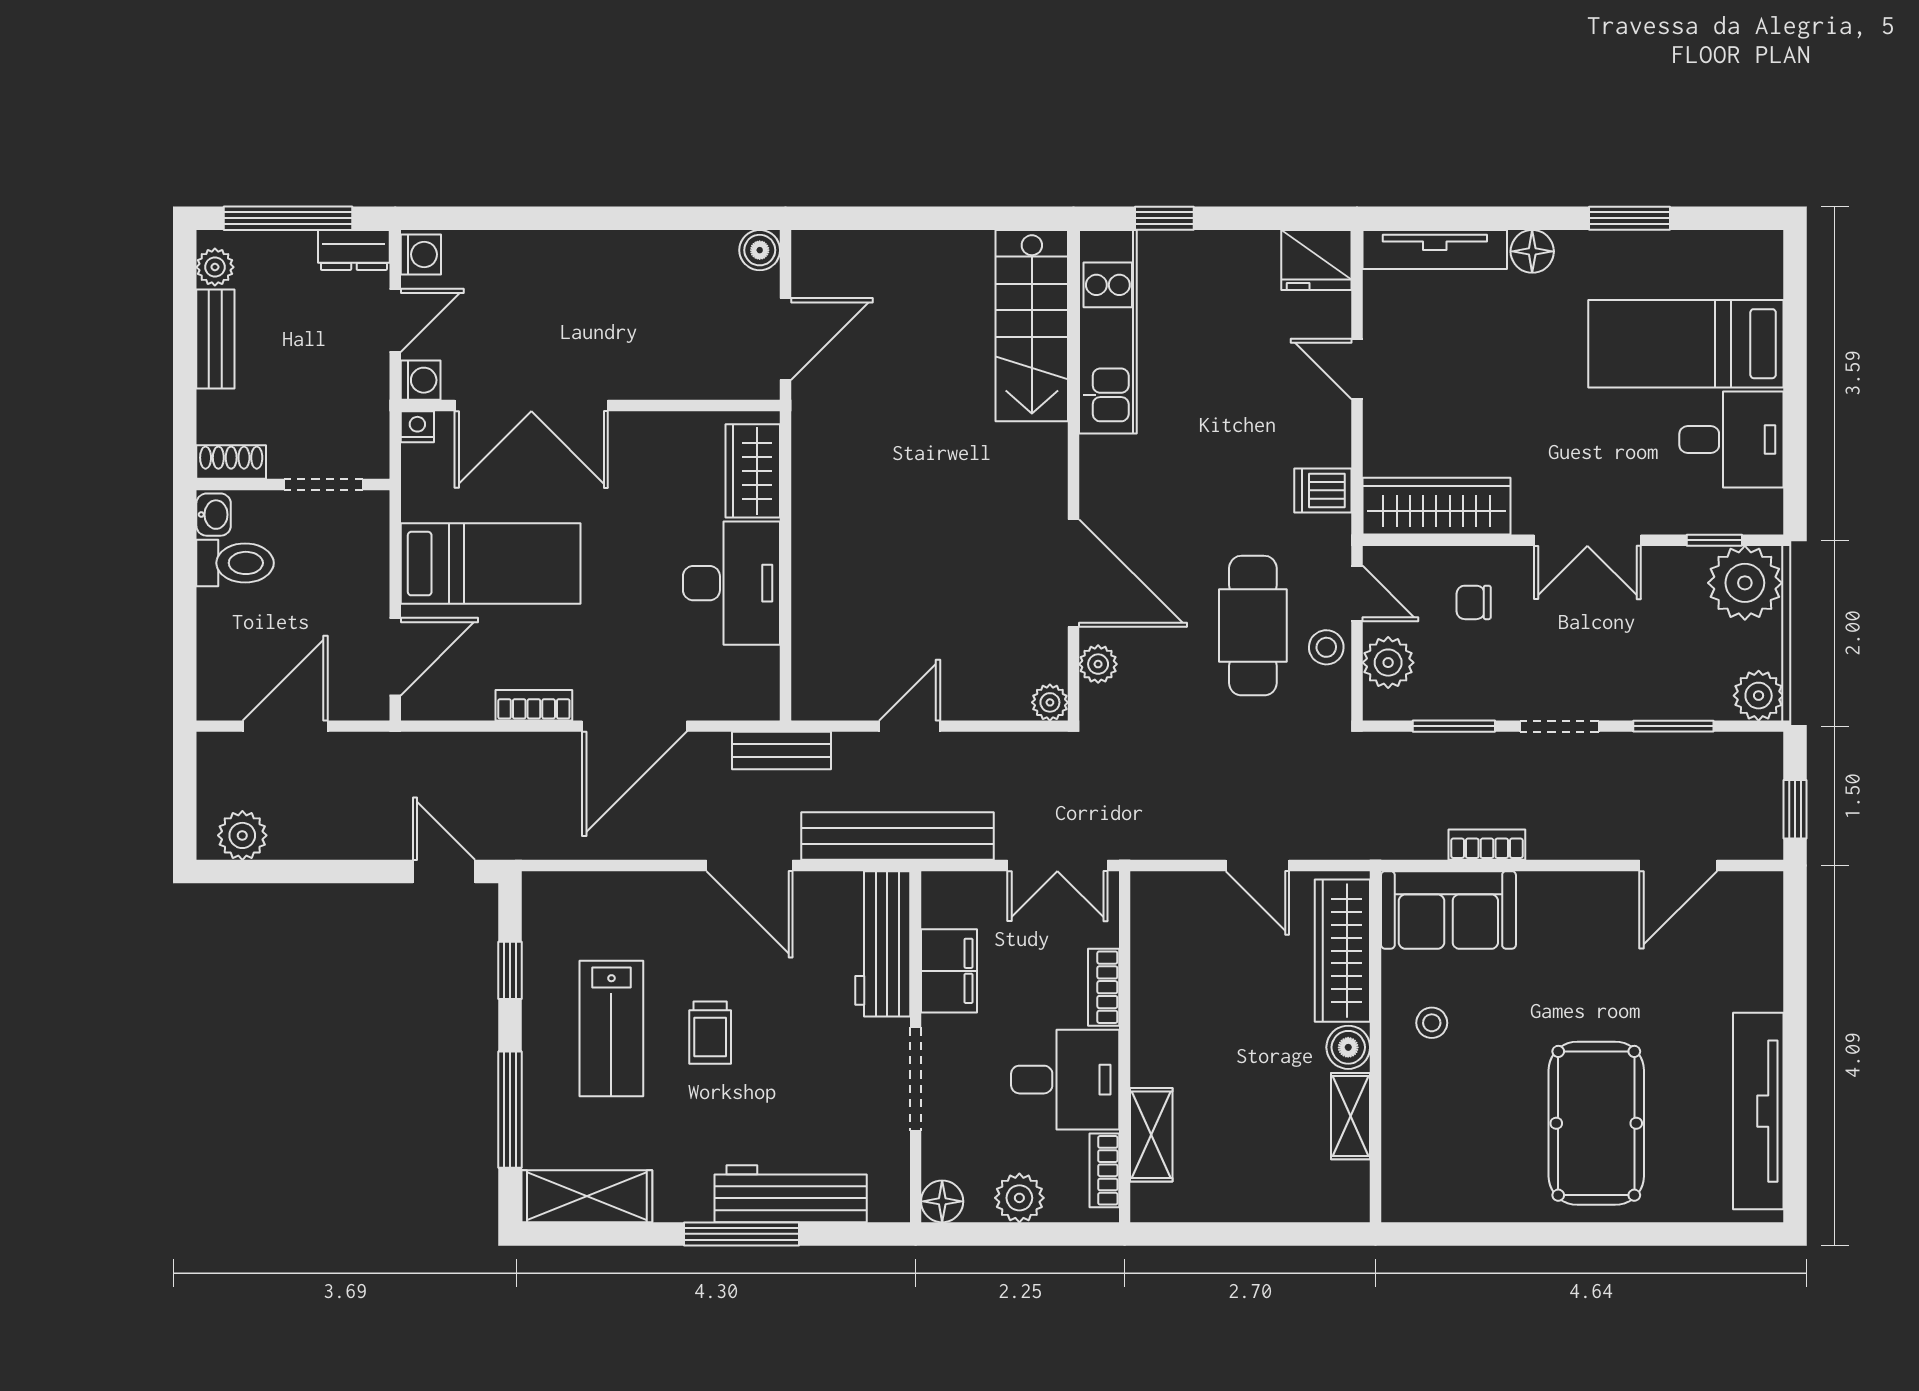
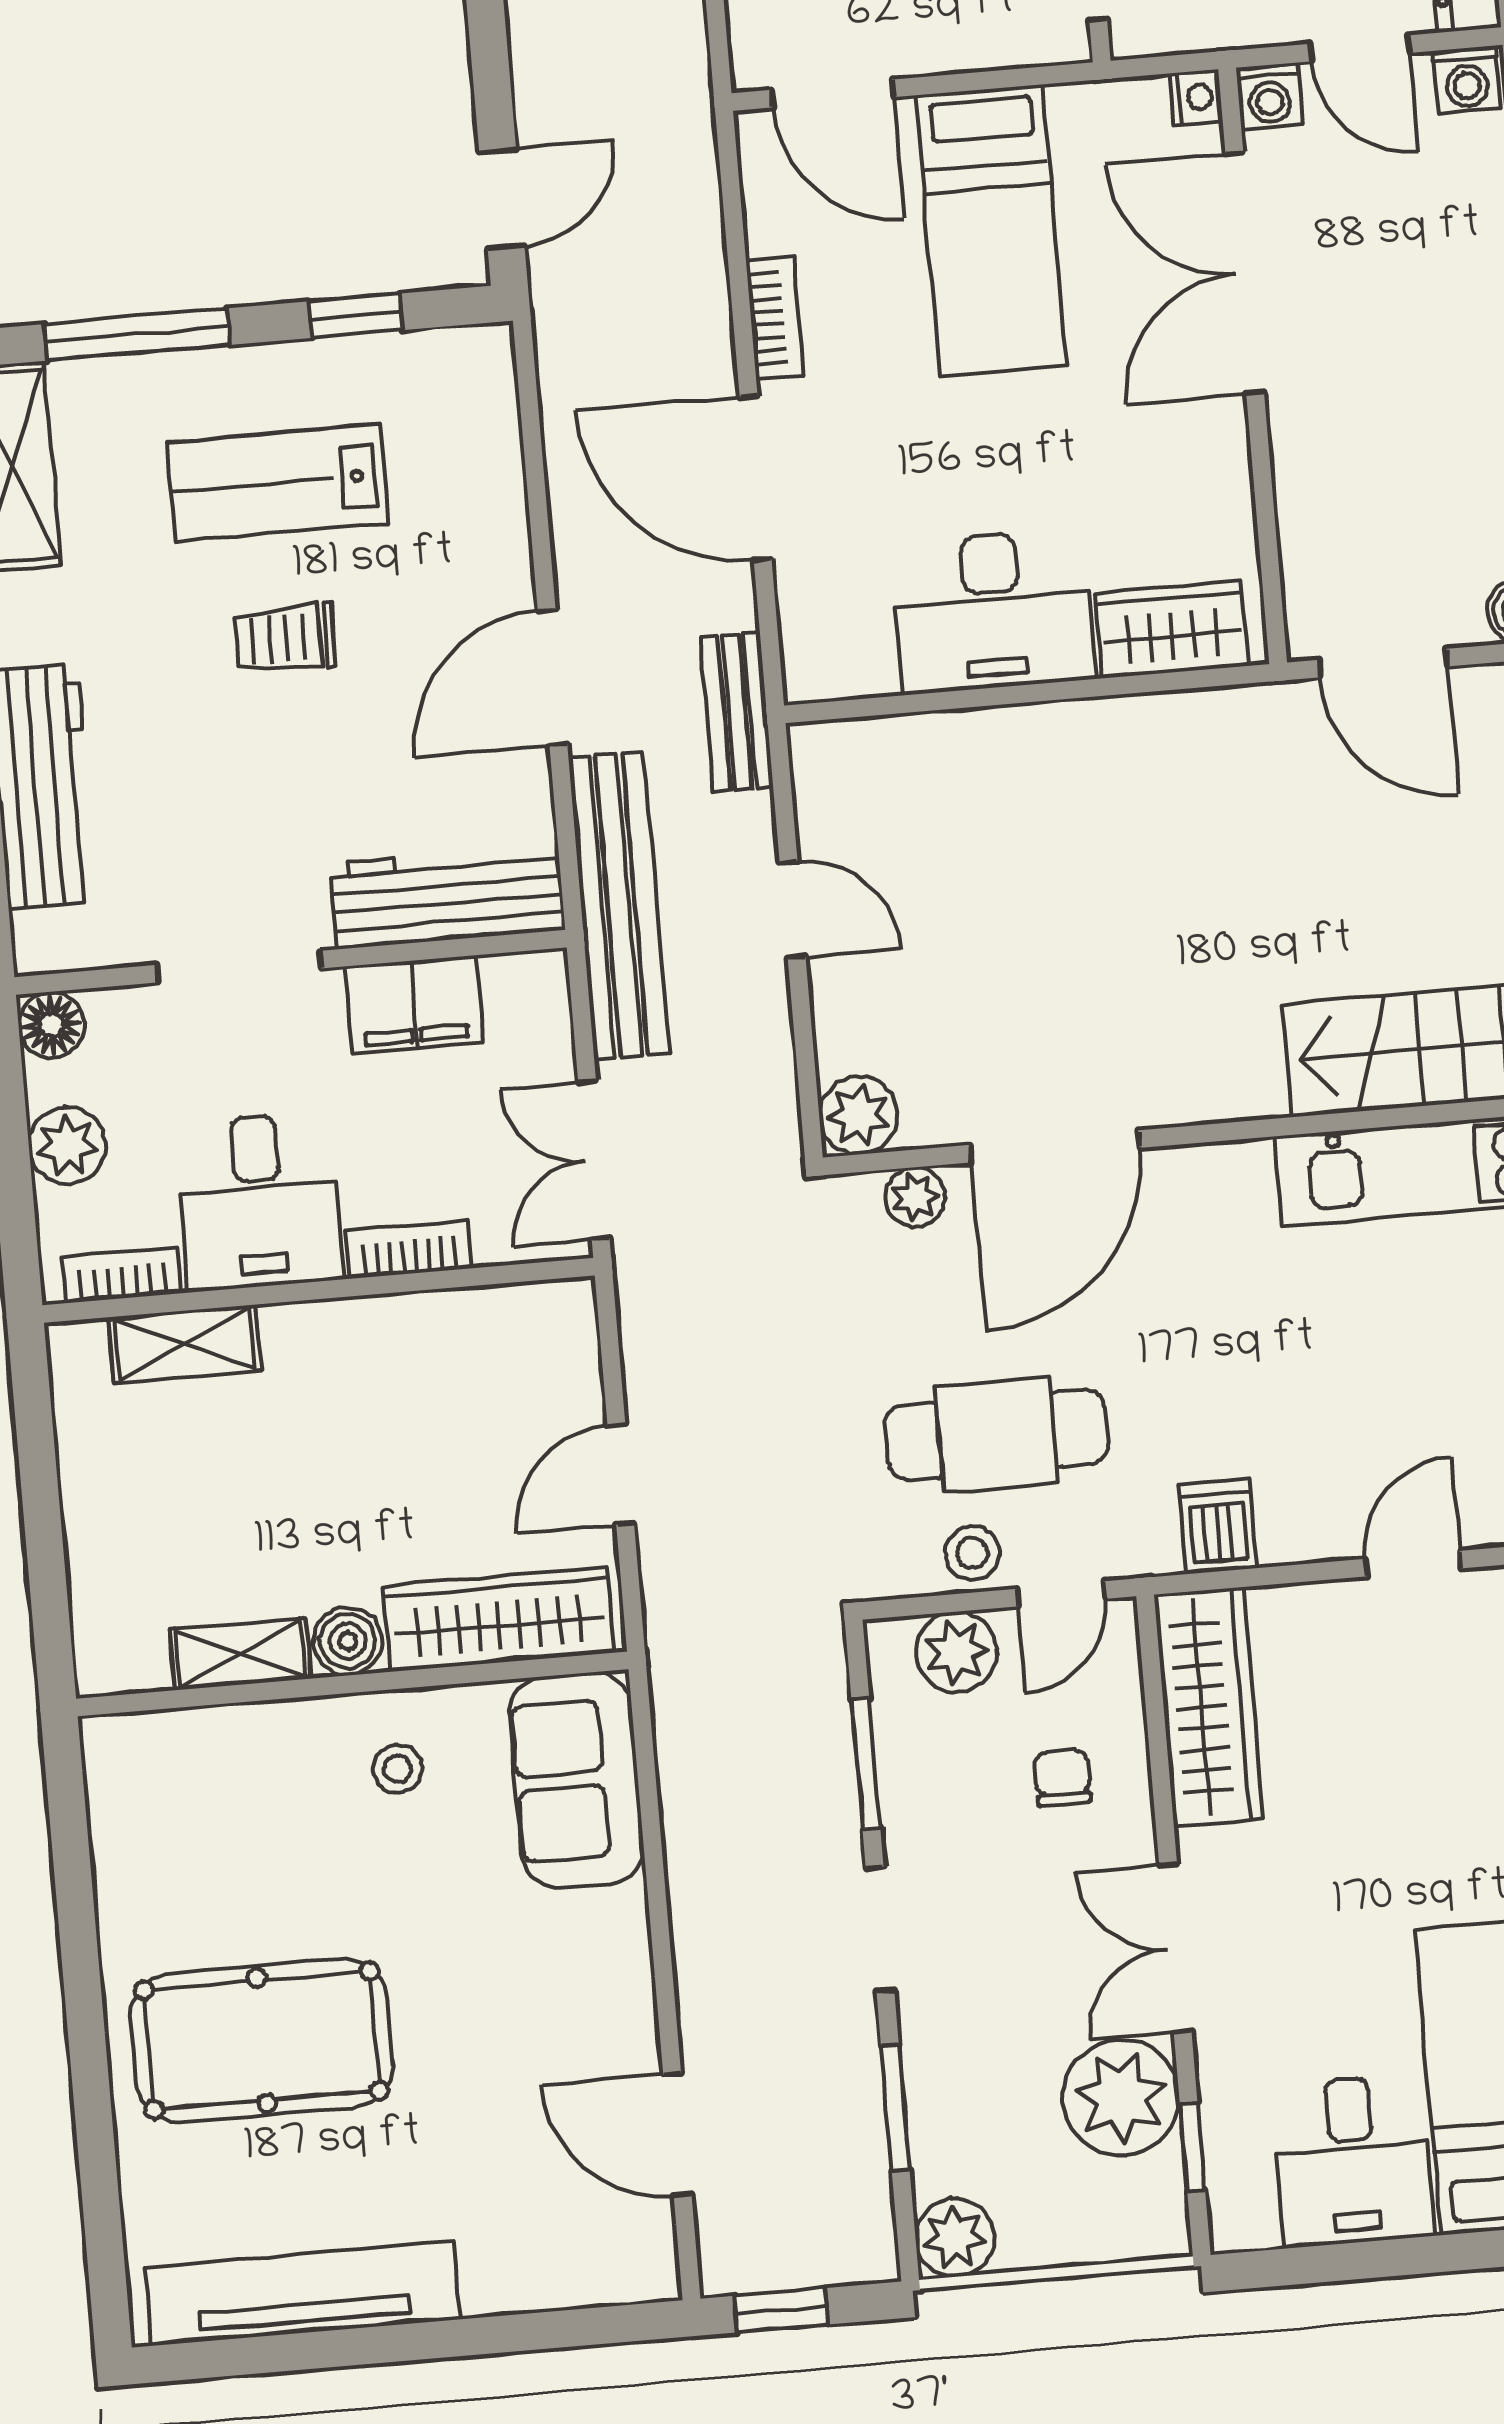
plant: (1745, 583) -> (1121, 2098), moved
plant: (1050, 702) -> (858, 1115), width x1.38, depth x1.38
bookcase: (1487, 845) -> (684, 1832), removed

